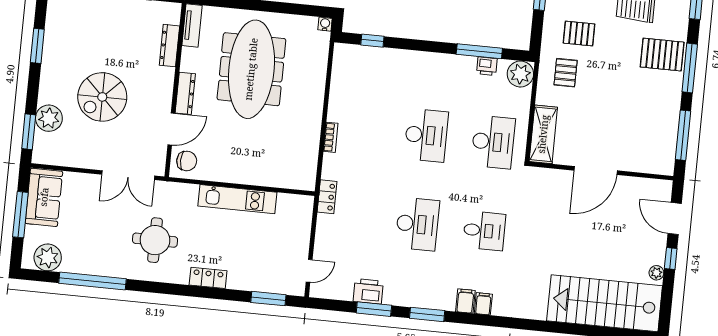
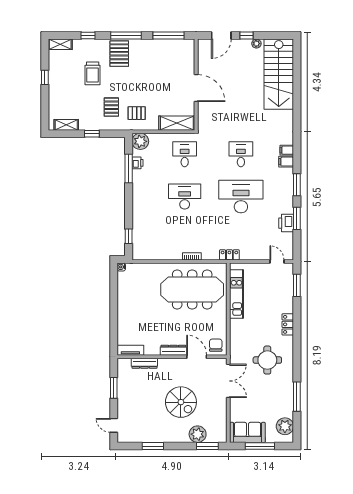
meeting table: (251, 69) -> (192, 289), moved
desk: (493, 142) -> (185, 154), width x0.73
kitchen unit: (237, 199) -> (236, 294), moved
desk: (417, 224) -> (241, 197), width x1.36, depth x1.30
window: (93, 281) -> (297, 397), width x0.68

